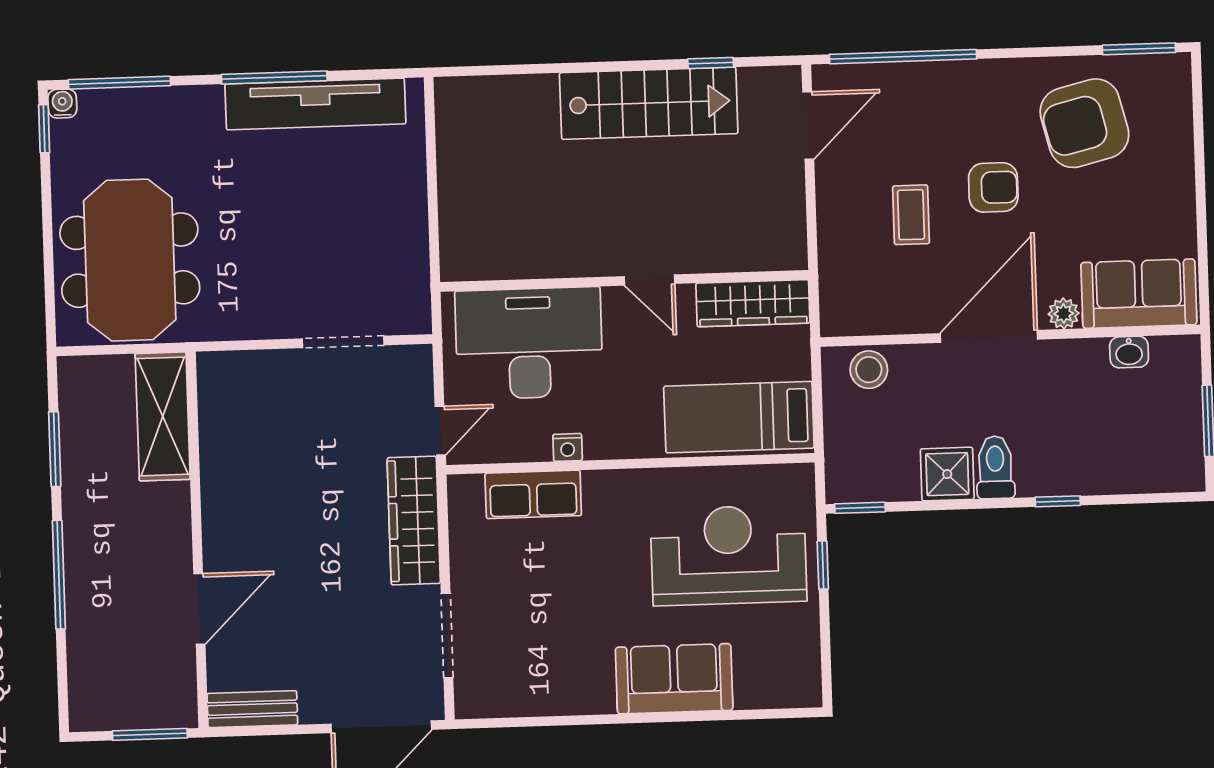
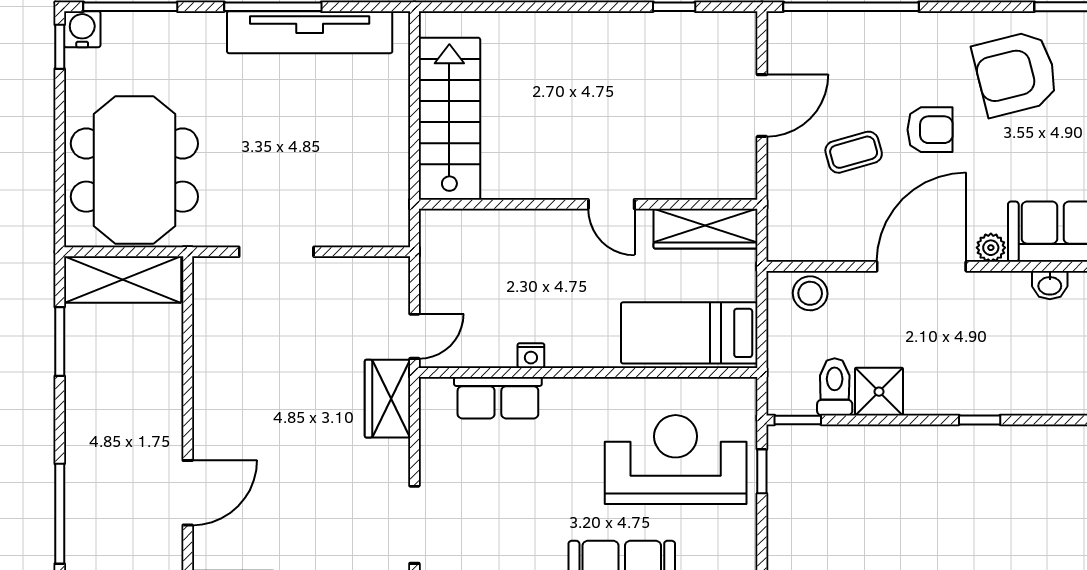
stairs: (649, 103) -> (449, 119), moved, turned -90
water cooler: (62, 104) -> (82, 29), width x1.38, depth x1.38
door: (808, 125) -> (762, 106), moved
coffee table: (911, 215) -> (854, 152), turned 74
doorway: (343, 342) -> (276, 252), moved
desk: (529, 343) -> (499, 259), removed
shelving: (163, 416) -> (123, 280), moved, turned 90
toilet: (995, 467) -> (835, 387), moved
wardrobe: (414, 521) -> (387, 399), width x0.67
window: (59, 575) -> (60, 514), moved

